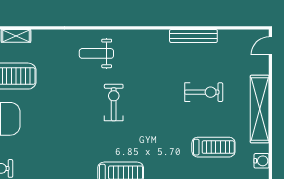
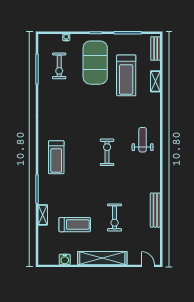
exercise bike: (114, 102) -> (107, 152), turned -90
treadmill: (213, 147) -> (75, 225), turned -90

